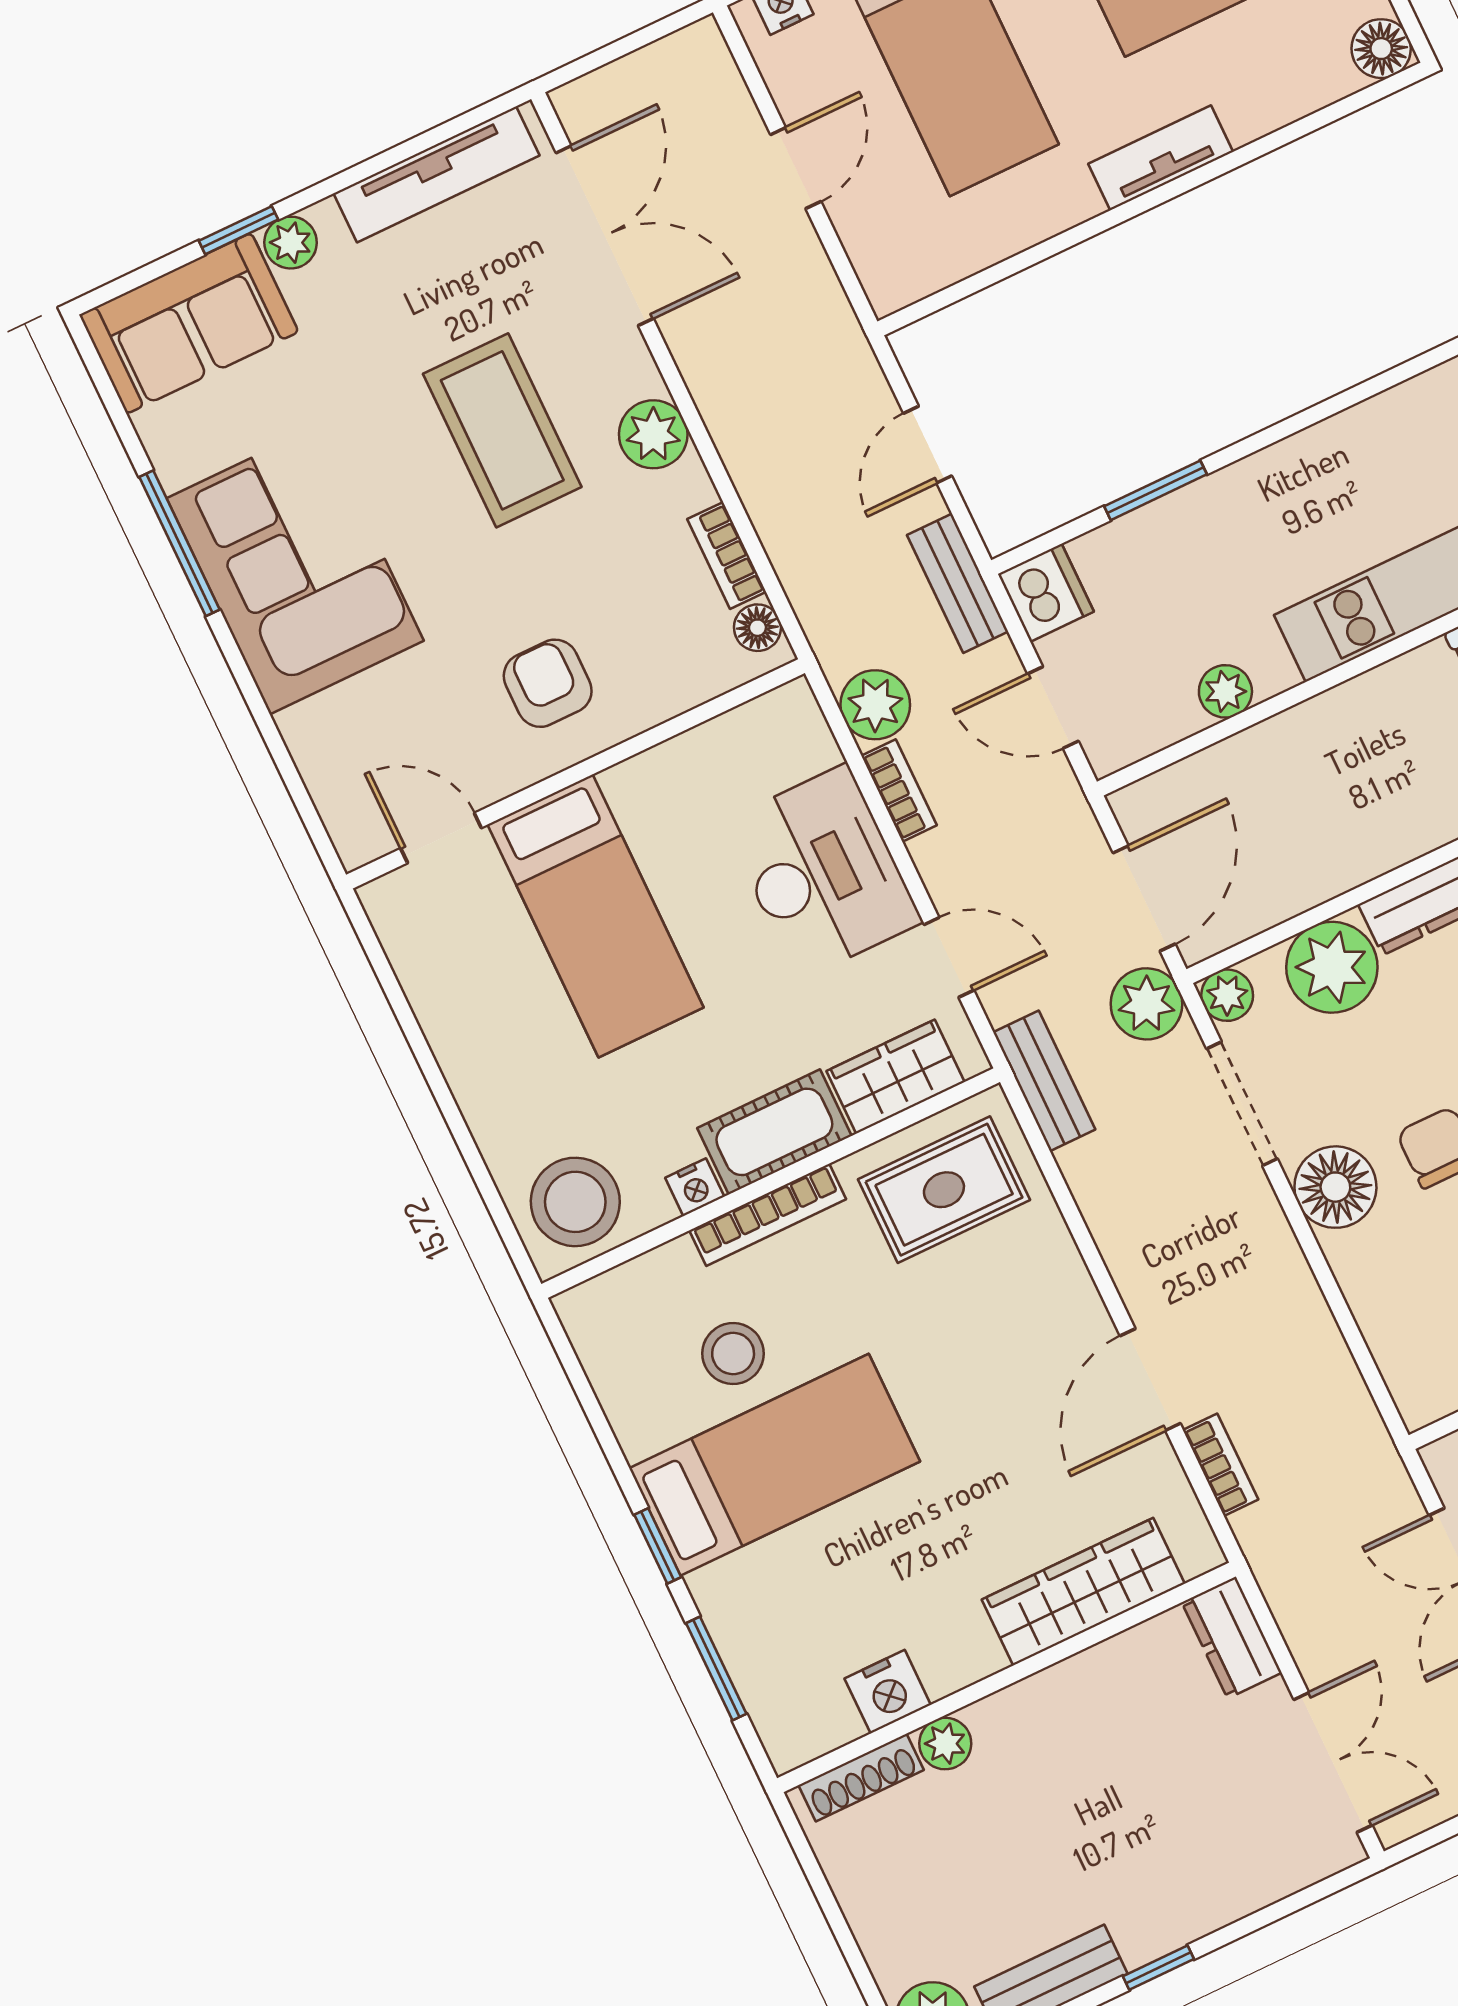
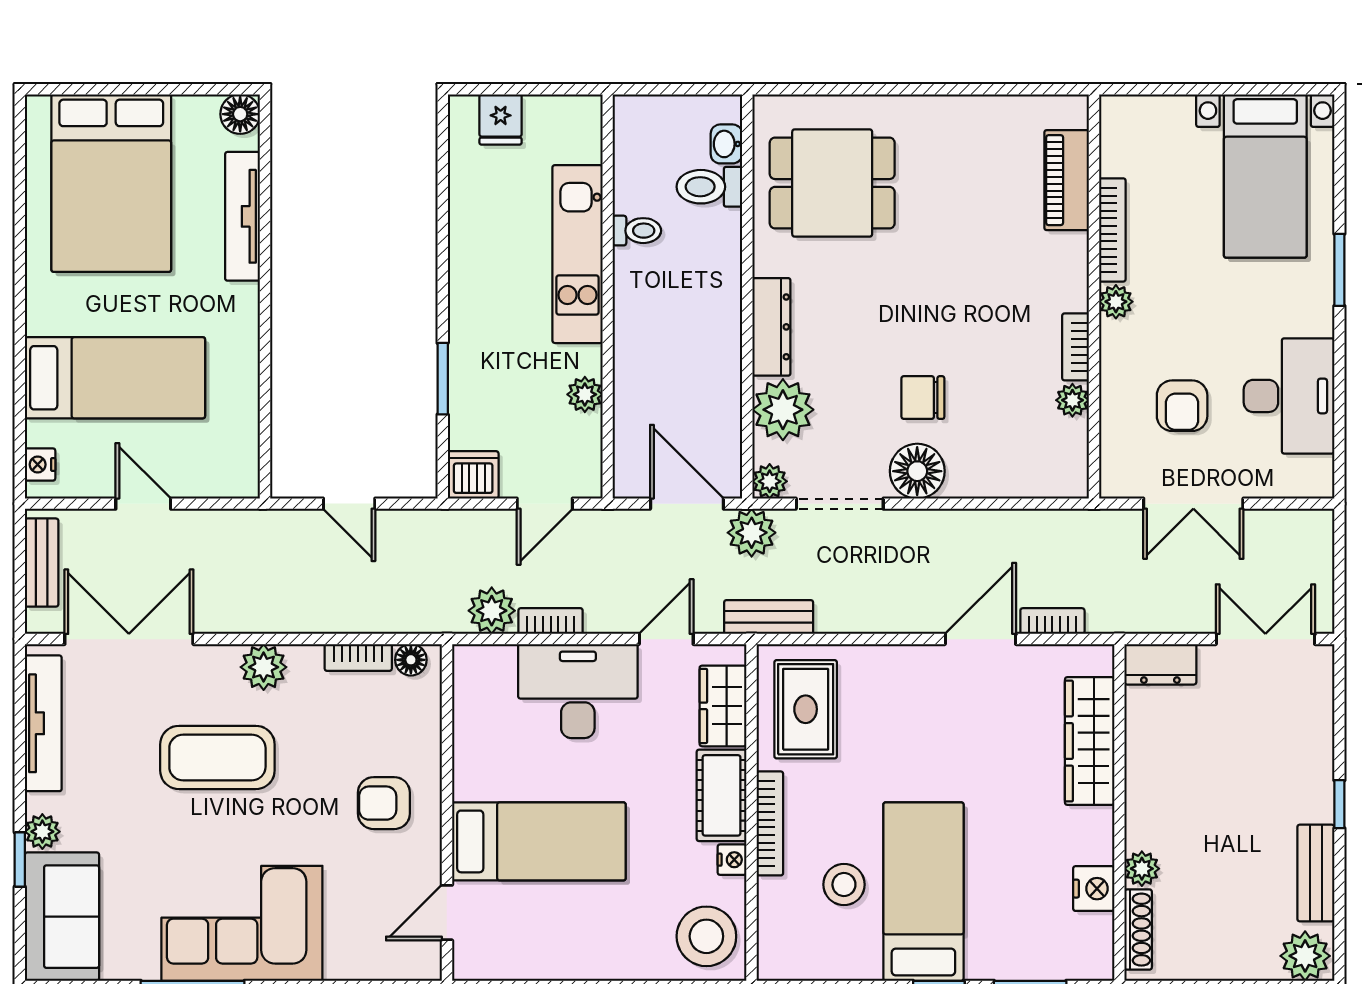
tv unit: (1161, 158) -> (243, 216), moved, width x1.41
bench: (958, 583) -> (42, 563), moved, turned 90
door: (1150, 1380) -> (980, 639), swing flipped

